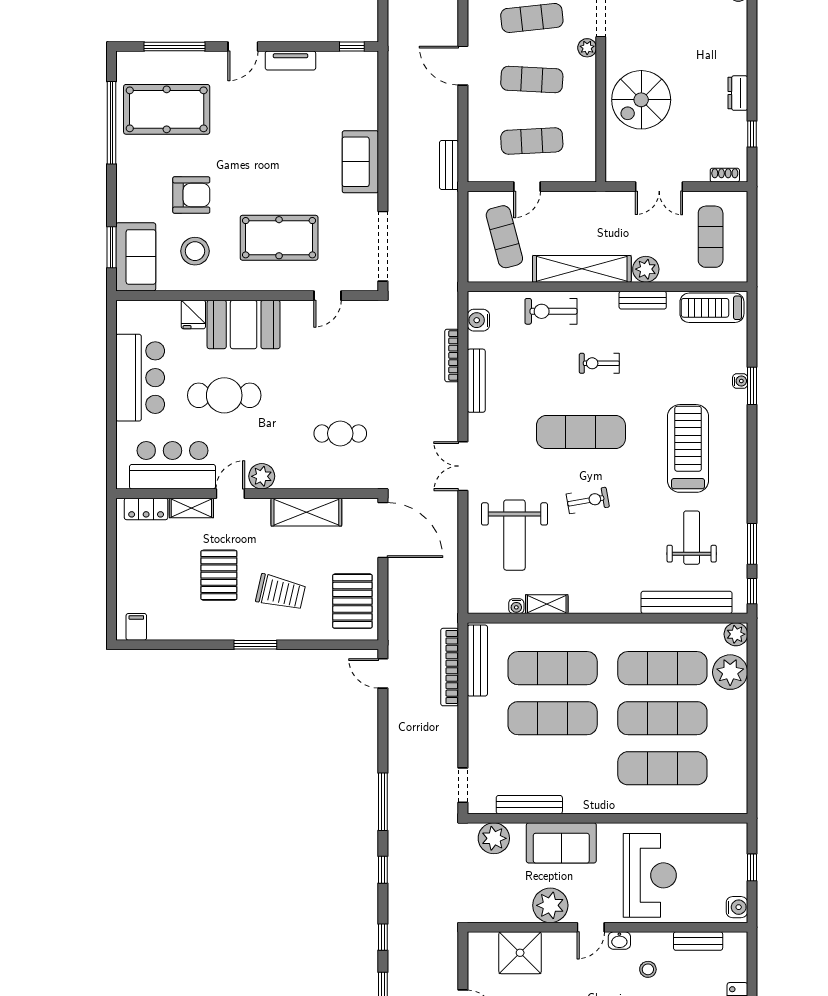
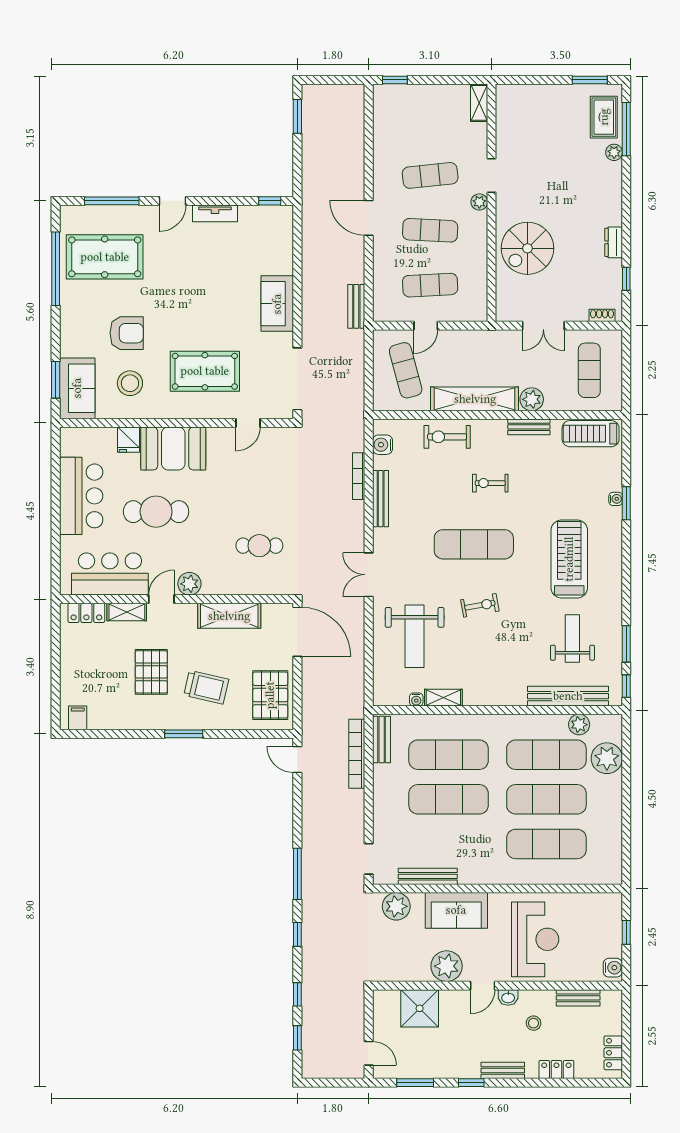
plant: (736, 634) -> (579, 725), moved
bench: (477, 661) -> (382, 739), width x0.73

